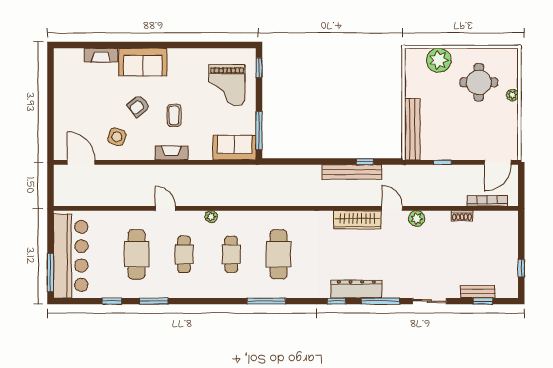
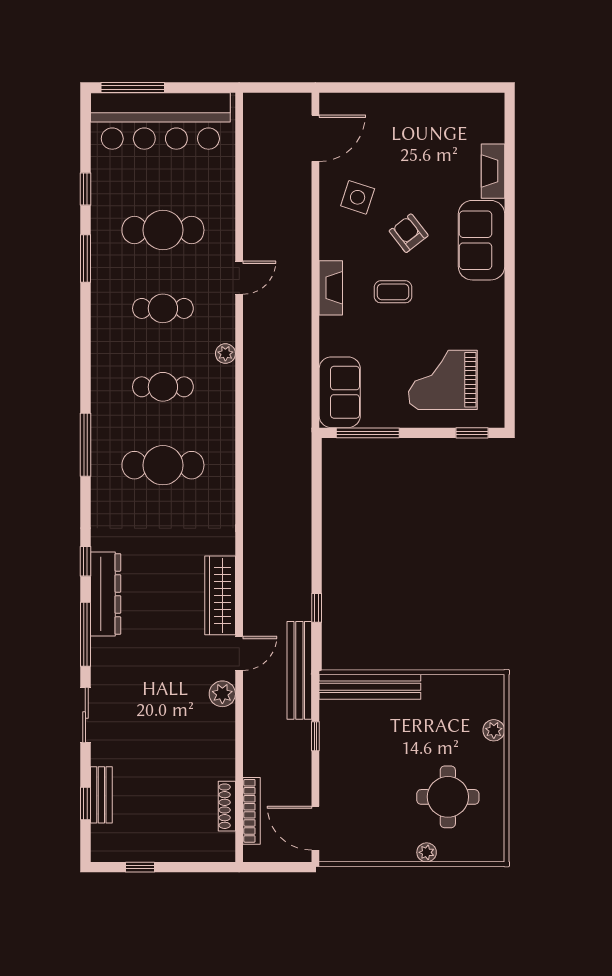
plant: (439, 60) -> (494, 730), width x0.53, depth x0.53
bench: (352, 172) -> (299, 670), moved
shoe rack: (462, 216) -> (227, 806), moved, width x1.43

